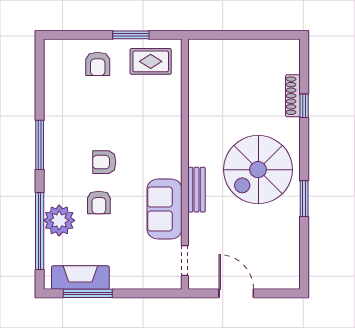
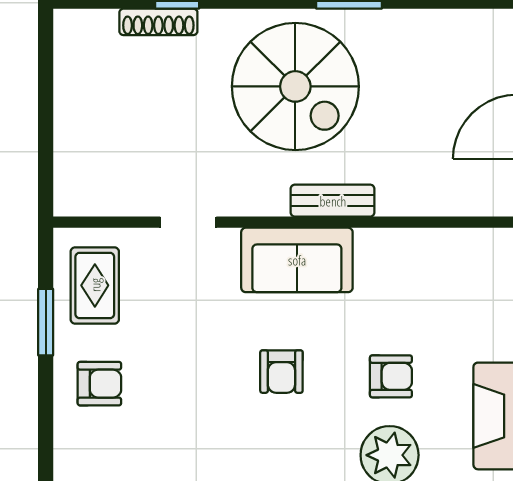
armchair: (99, 202) -> (391, 376), moved
sofa: (164, 209) -> (297, 260), moved
doorway: (185, 261) -> (188, 222), moved

